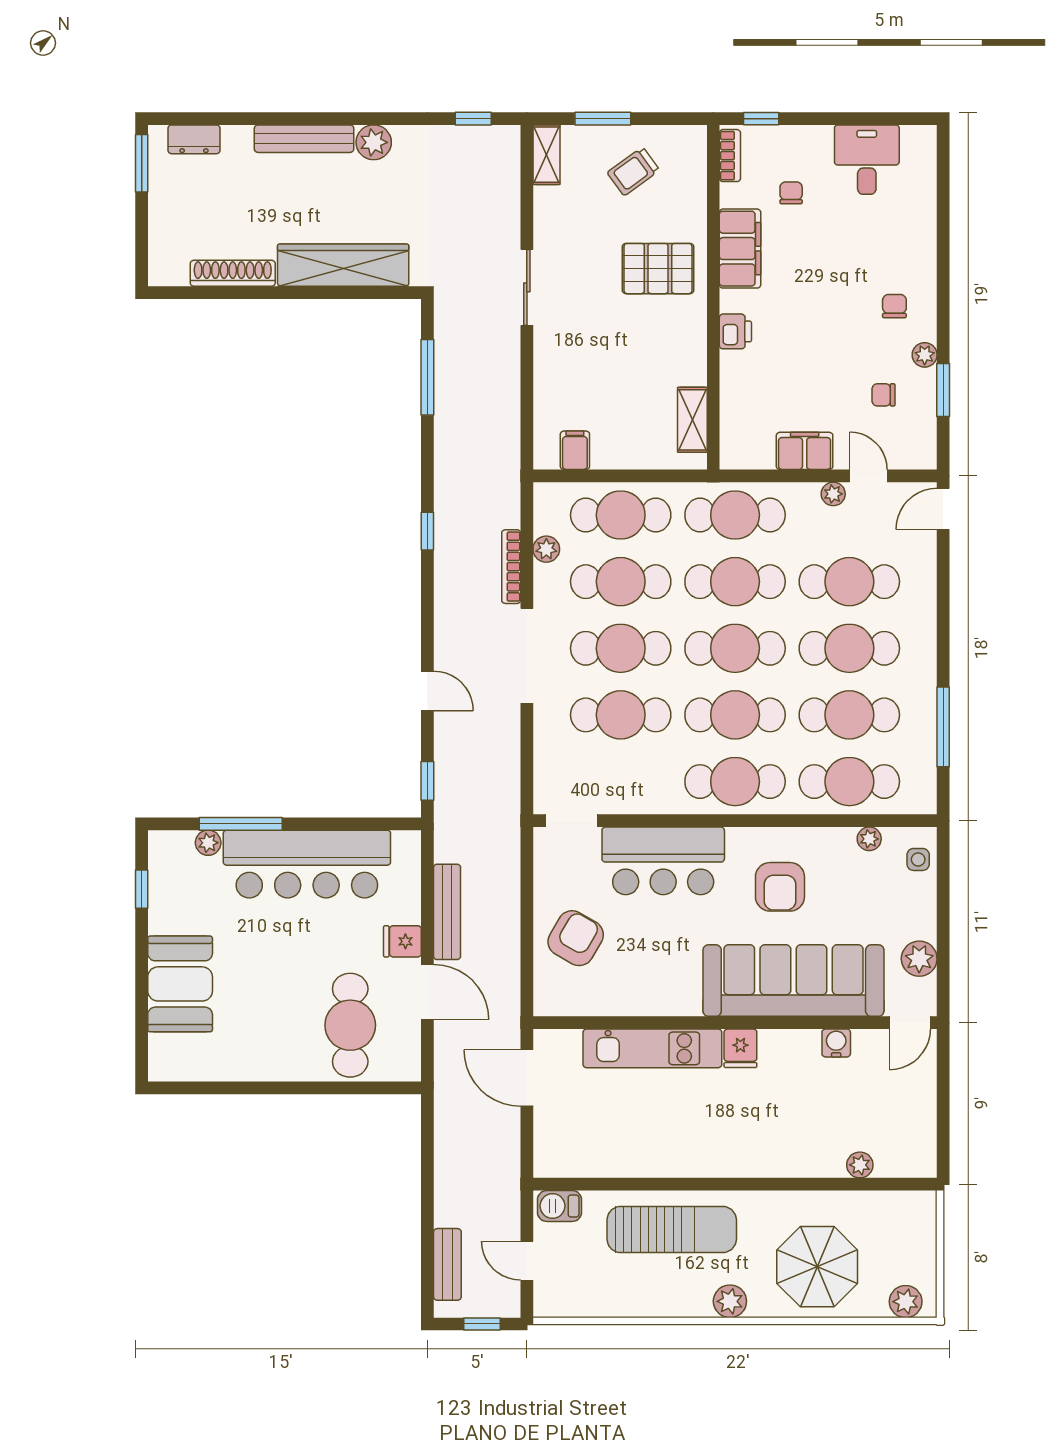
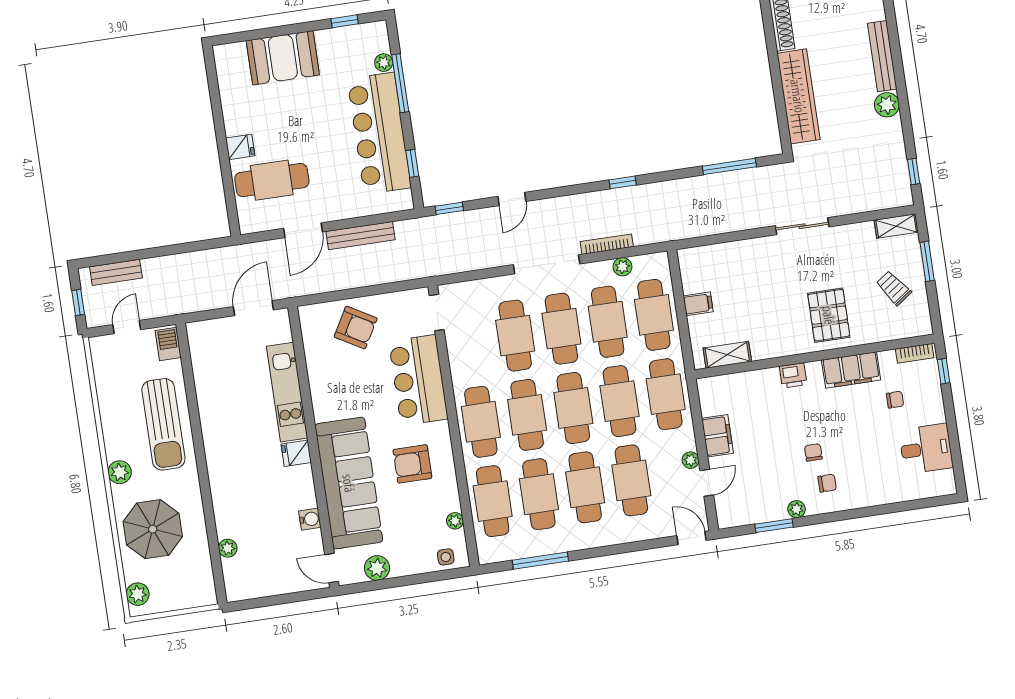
chair: (883, 395) -> (813, 452), moved
filing cabinet: (575, 450) -> (698, 304), moved
window: (356, 824) -> (412, 163), added
fridge: (402, 941) -> (240, 147), moved, turned 90

